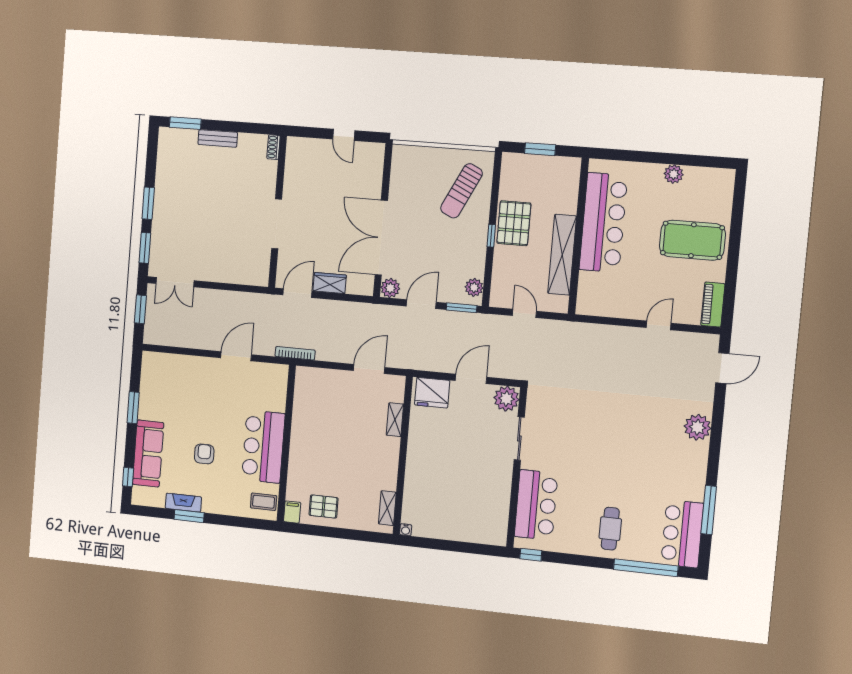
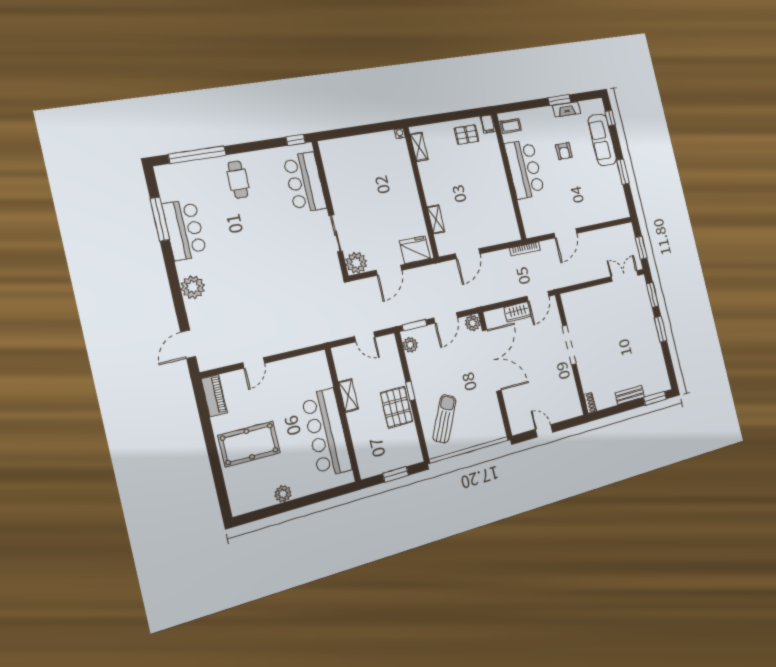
shelving: (562, 255) -> (349, 395), width x0.45, depth x0.75
bar counter: (682, 534) -> (184, 230), moved

